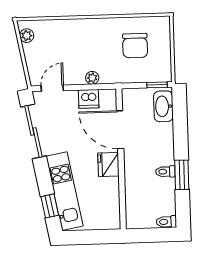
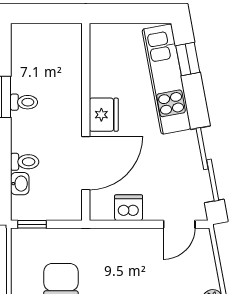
plant: (92, 78) -> (123, 237), removed
washbasin: (163, 106) -> (20, 184), width x0.52, depth x0.69
door: (120, 130) -> (86, 163), hinge flipped
toilet: (166, 222) -> (25, 162), moved

